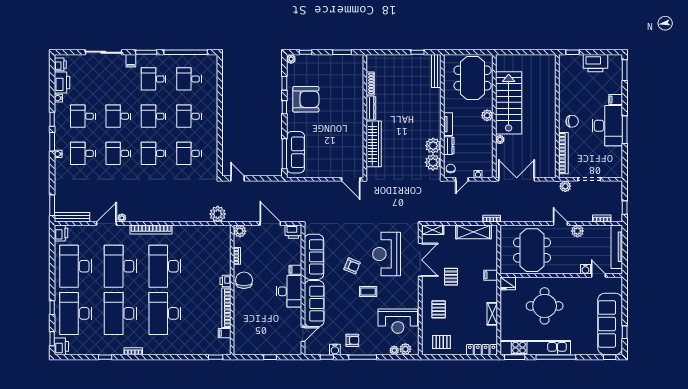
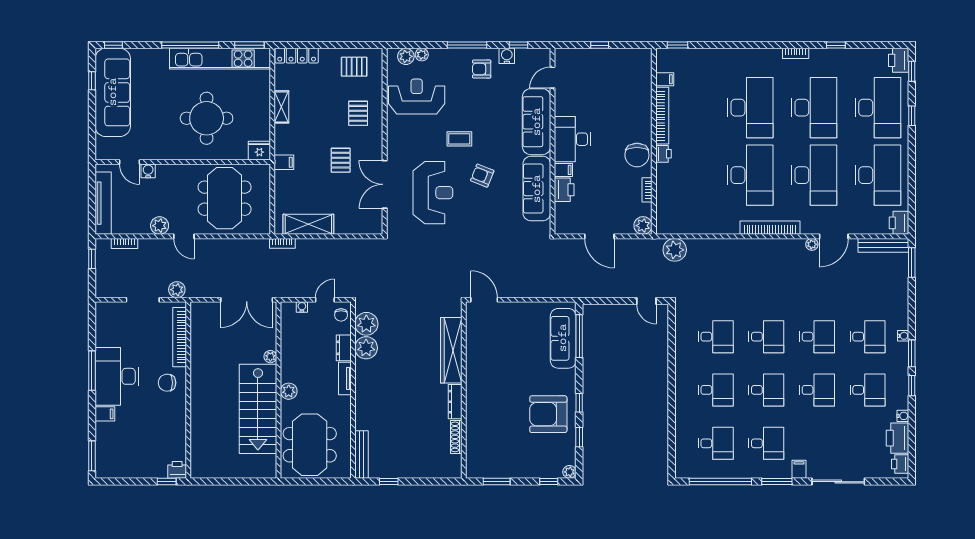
printer: (595, 63) -> (177, 470), moved, width x0.53, depth x0.68
shelving: (433, 230) -> (367, 227), removed
printer: (293, 232) -> (564, 190), moved, turned 90

